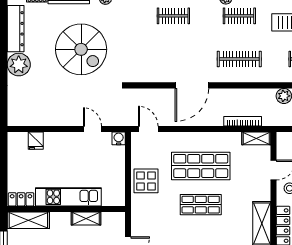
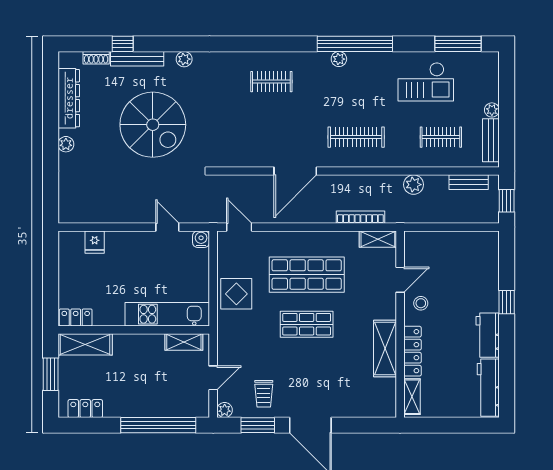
clothes rail: (239, 16) -> (356, 82), removed
plant: (19, 65) -> (66, 144), width x0.53, depth x0.53
kitchen unit: (68, 197) -> (167, 314), moved
shelving: (86, 218) -> (184, 342), moved

